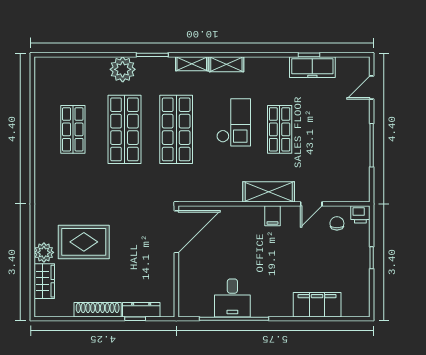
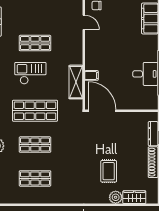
shop shelf: (124, 129) -> (35, 145), width x0.70, depth x0.74
shelving: (269, 192) -> (76, 82), moved
filing cabinet: (272, 216) -> (92, 75), moved
rug: (84, 242) -> (109, 171), width x0.73, depth x0.70

